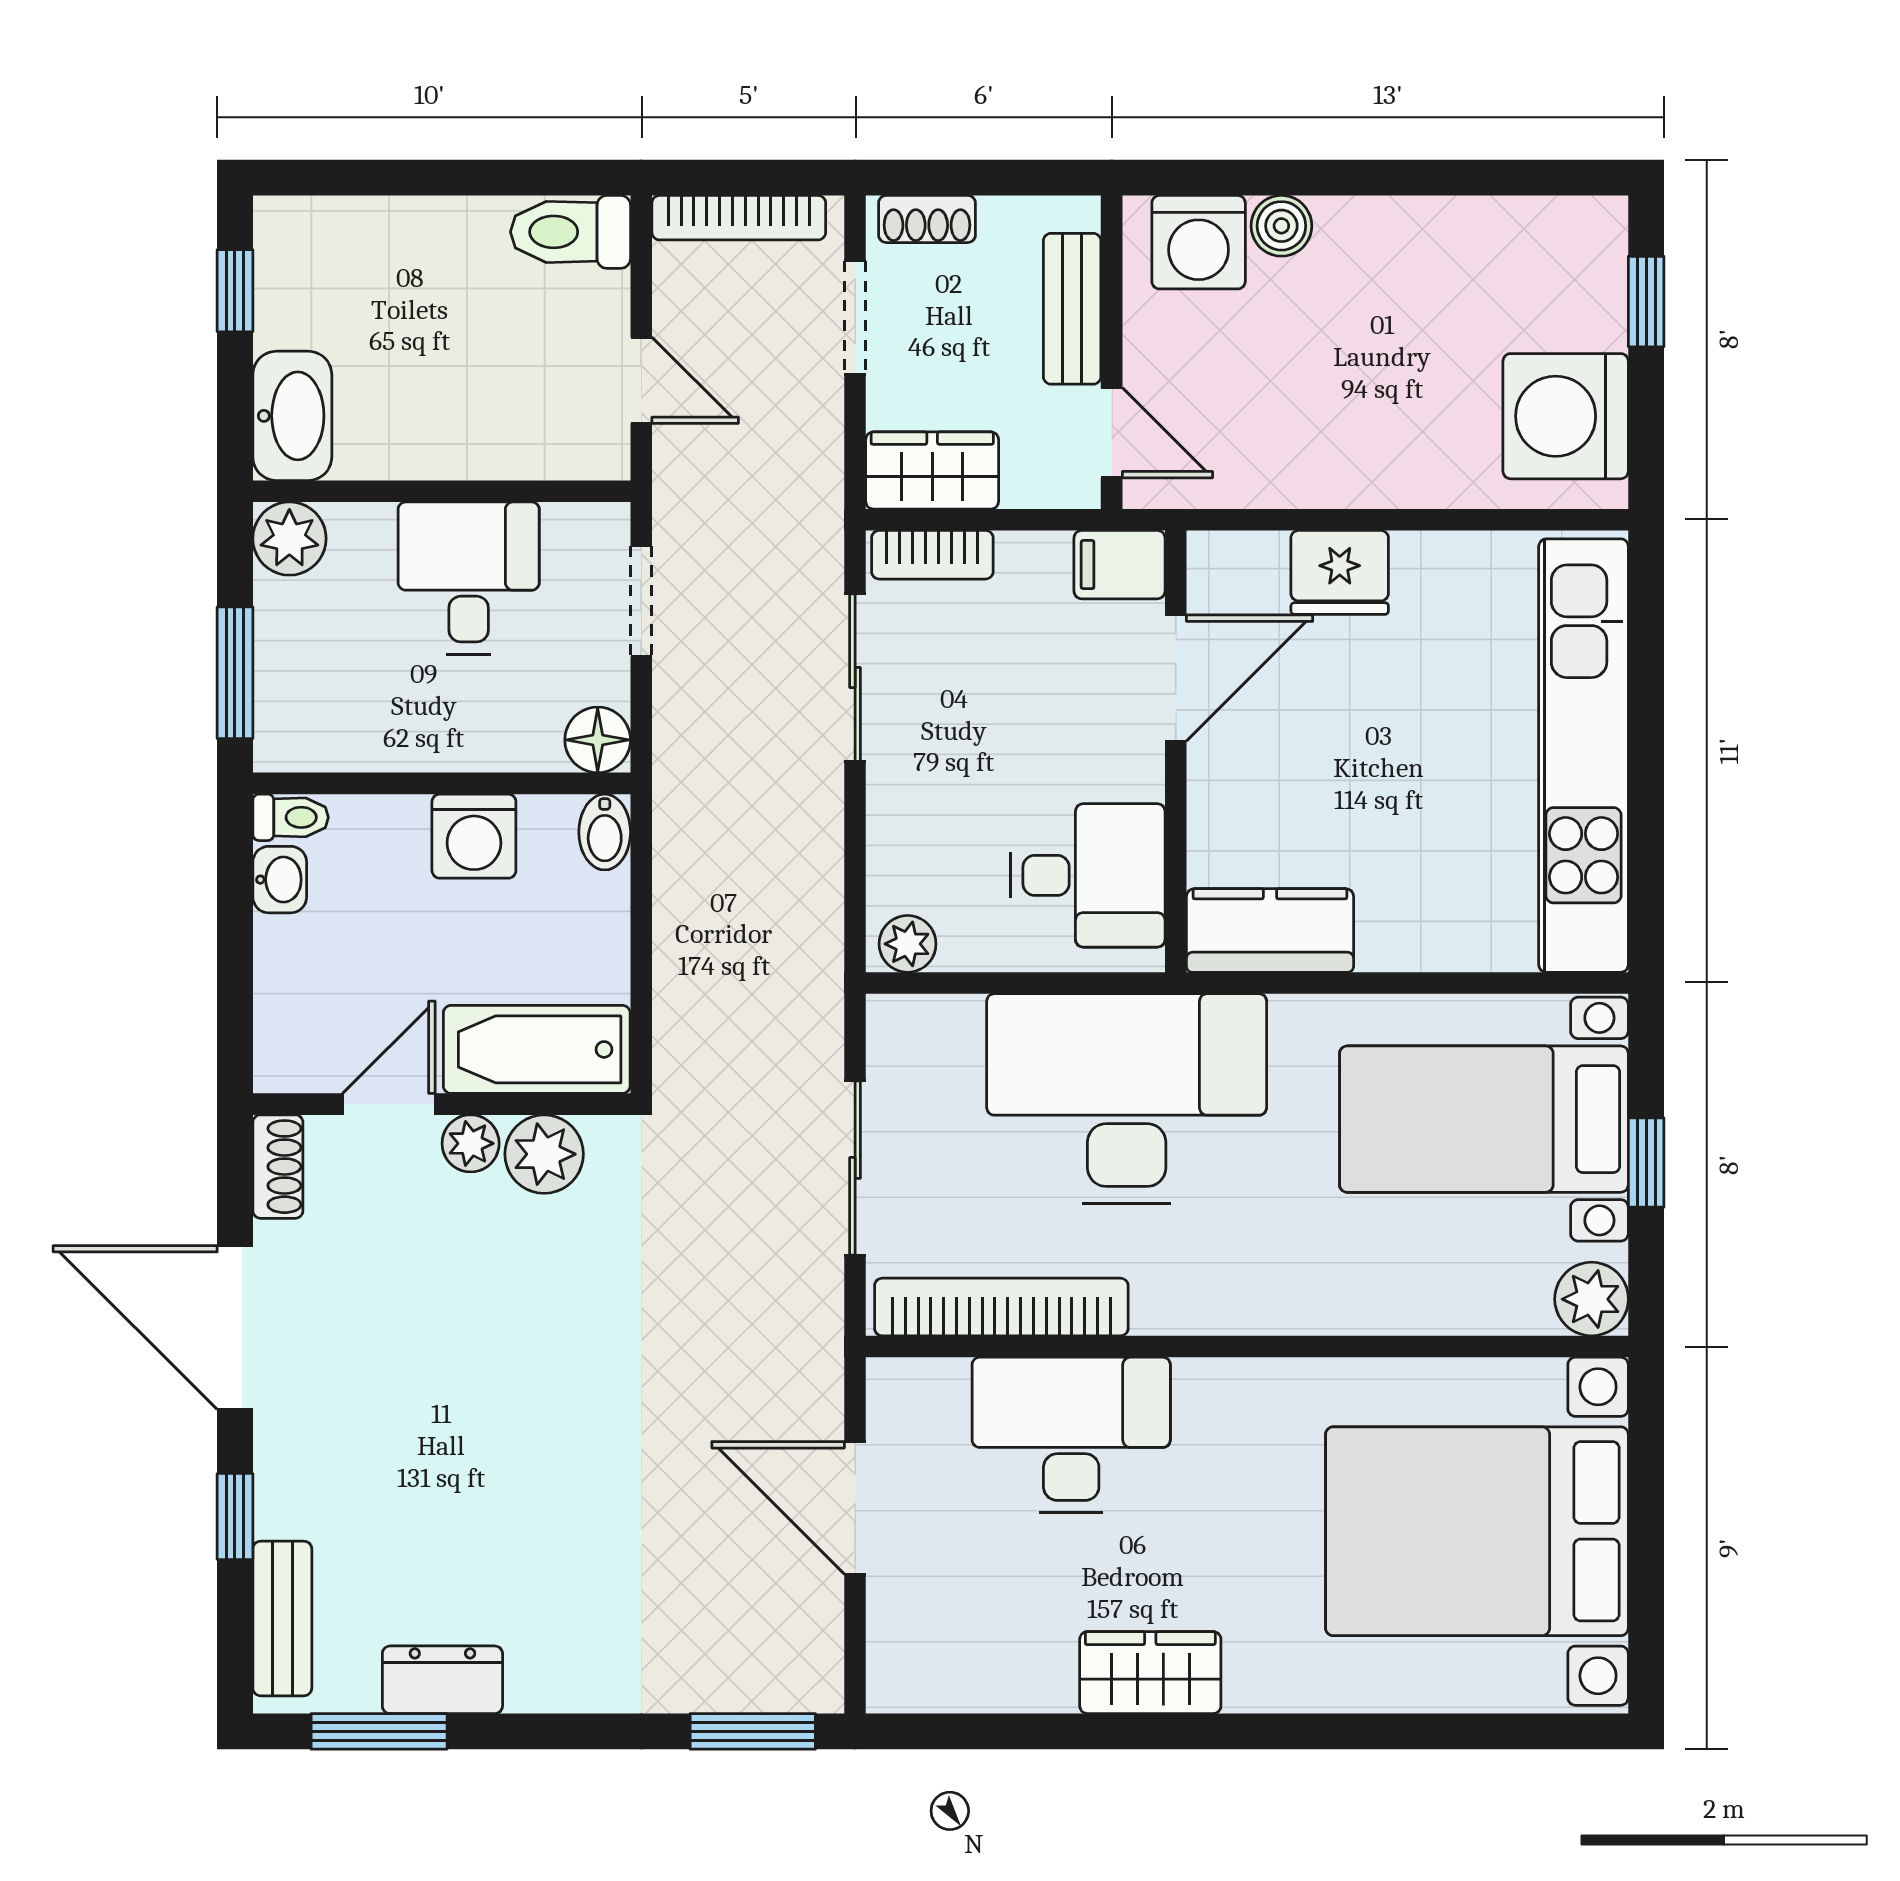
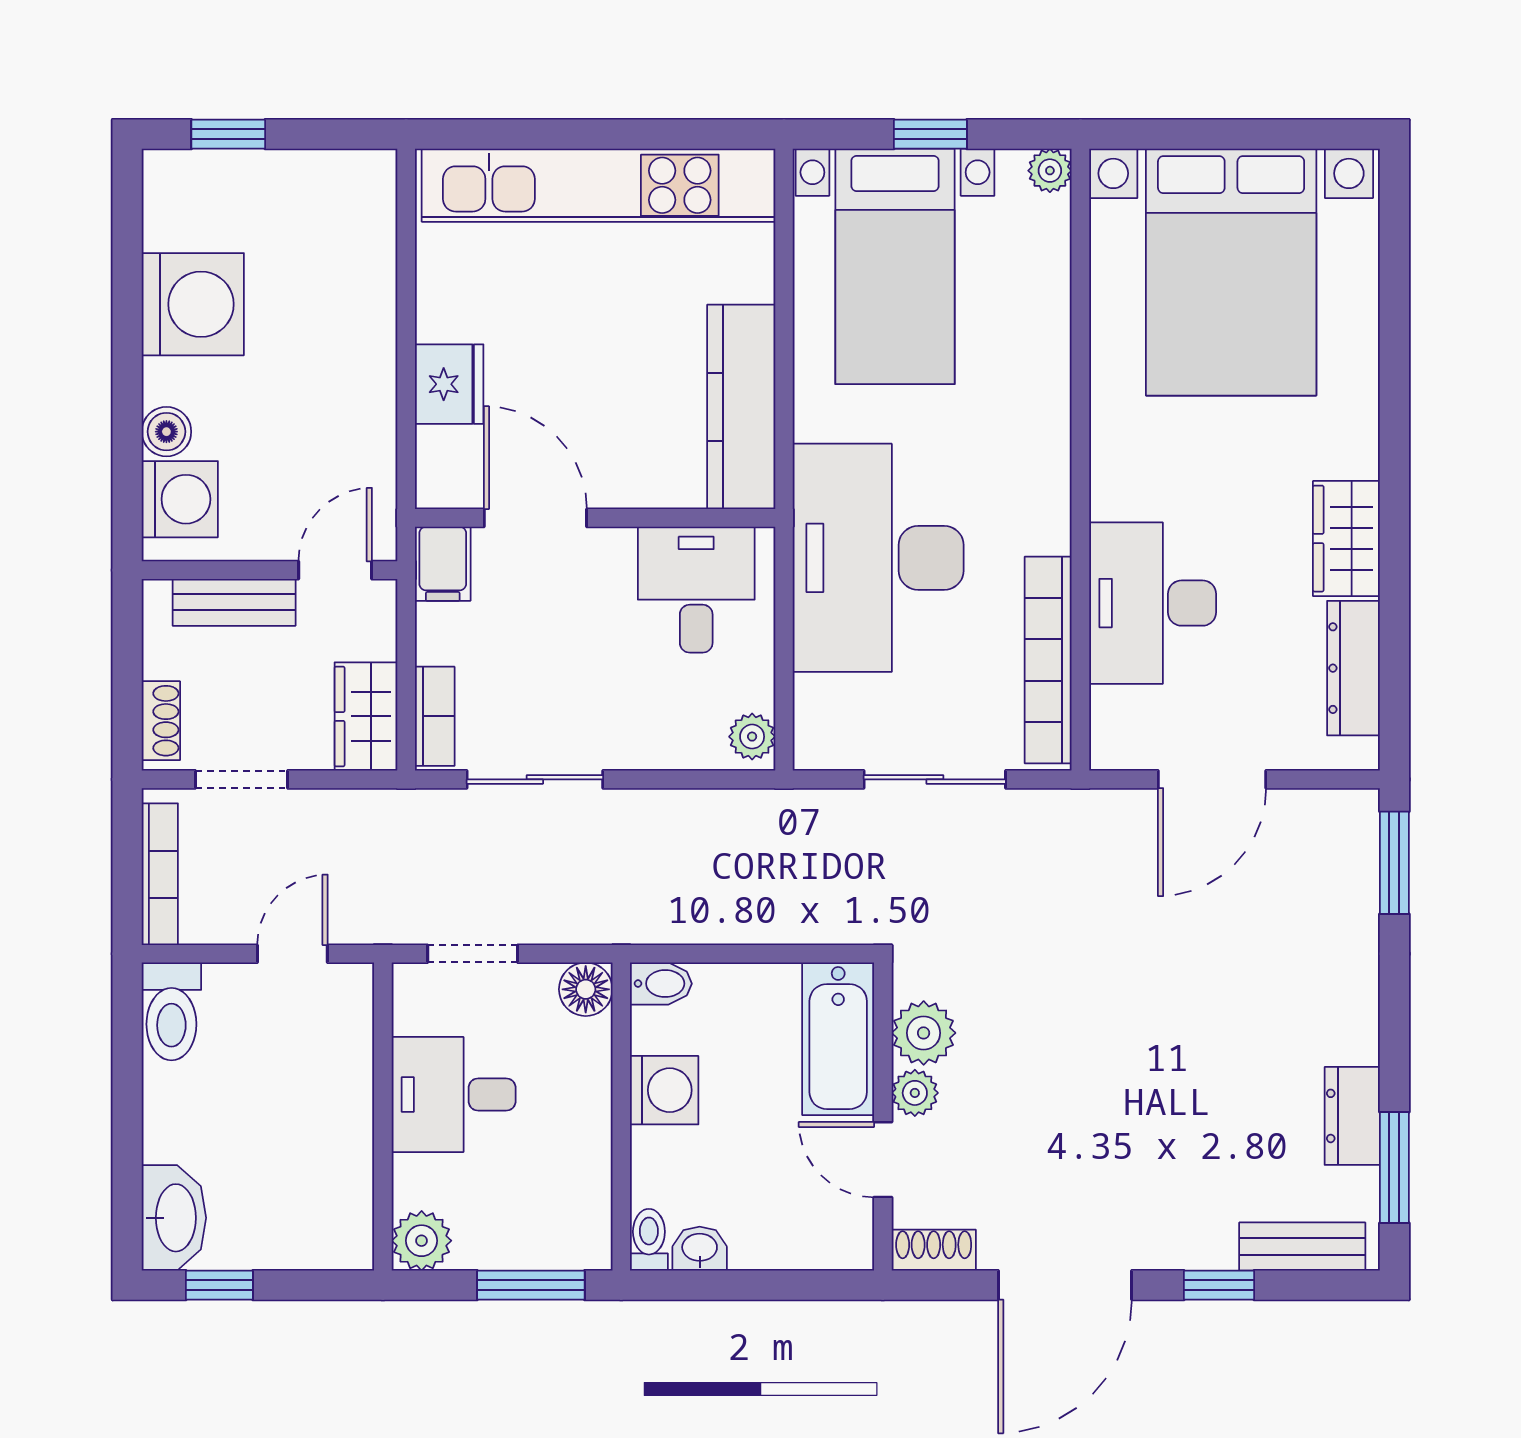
washbasin: (292, 416) -> (174, 1218), moved, turned 90
washing machine: (1566, 416) -> (193, 304), moved, turned -90
kitchen counter: (1270, 931) -> (741, 407), width x1.50
plant: (1592, 1299) -> (1050, 171), width x0.73, depth x0.73
dresser: (991, 1681) -> (1353, 668), added

